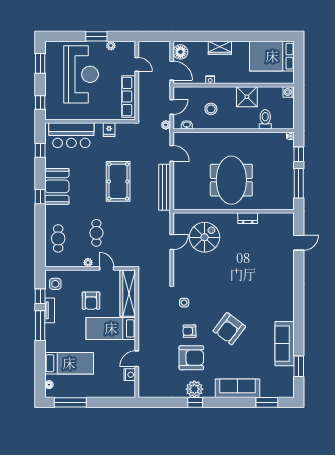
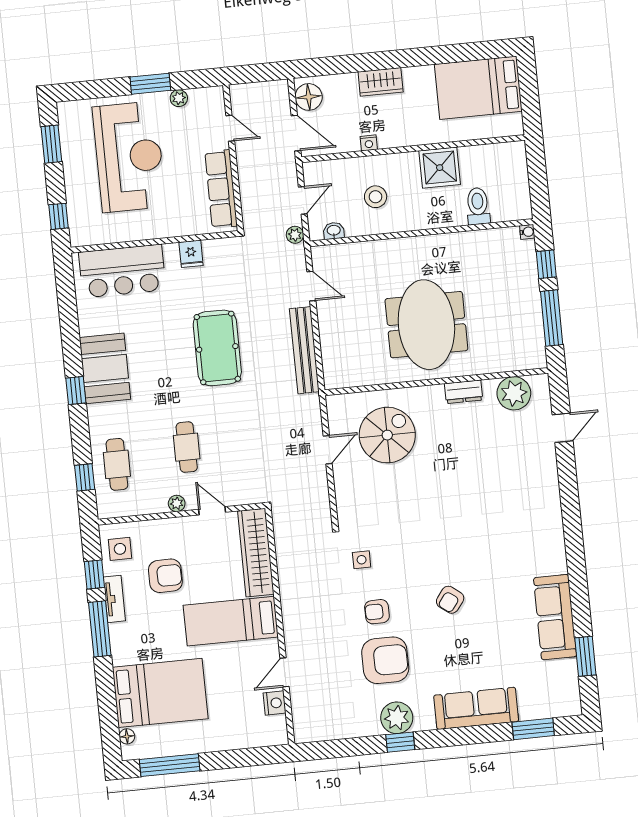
washing machine: (289, 92) -> (516, 151), removed
window: (40, 150) -> (85, 477), moved
plant: (275, 222) -> (514, 393), added
armchair: (91, 301) -> (165, 576), moved, turned -90
armchair: (229, 329) -> (450, 600), width x0.53, depth x0.53
bed: (69, 363) -> (160, 693), width x1.50

